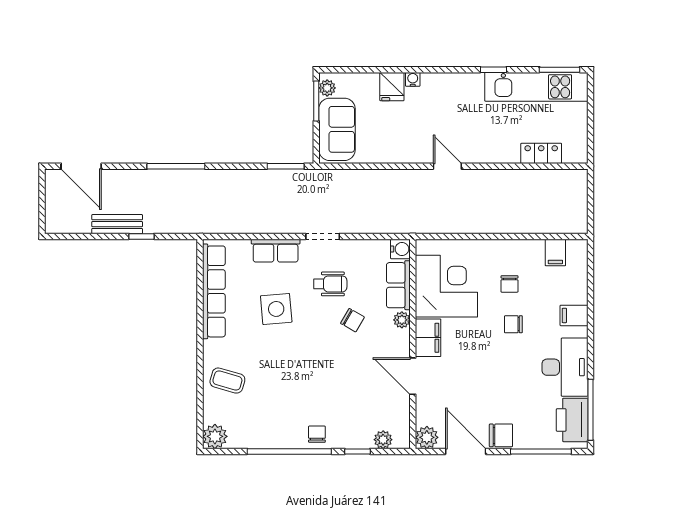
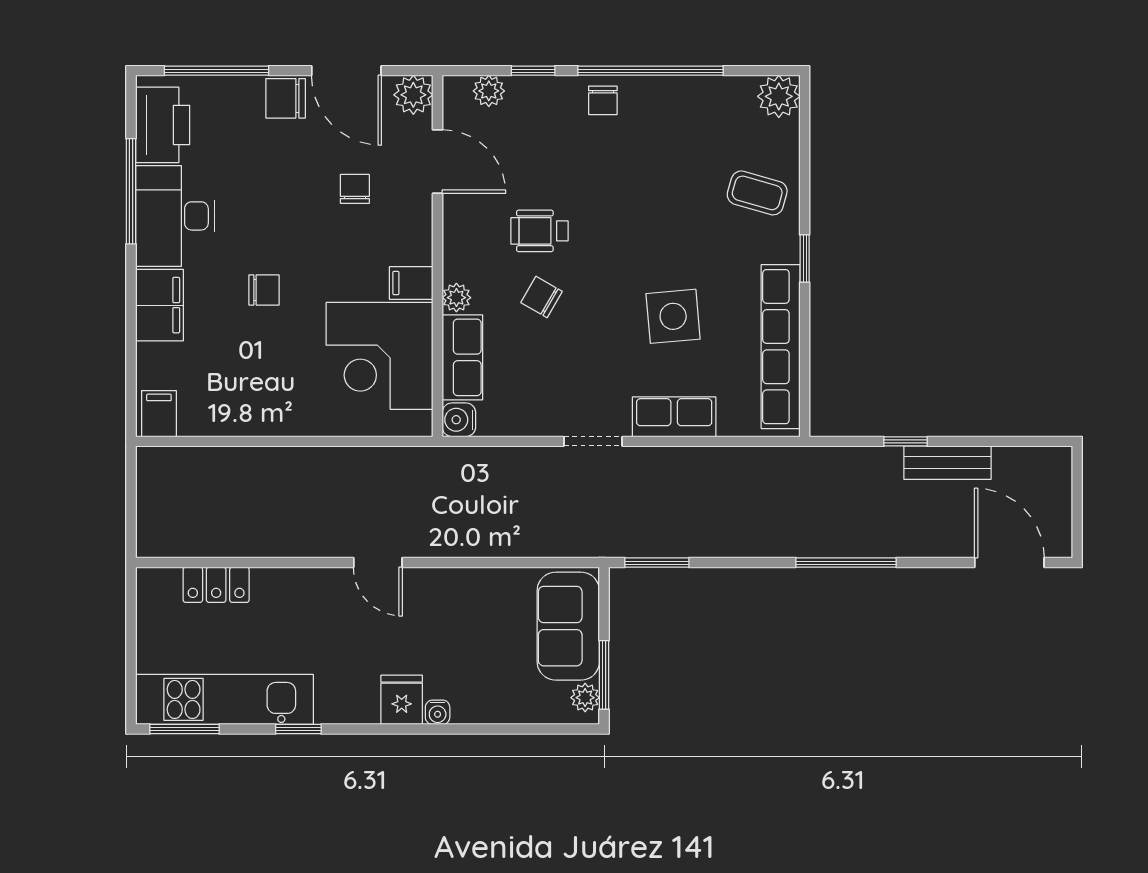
fridge: (392, 87) -> (402, 700), moved
filing cabinet: (555, 252) -> (159, 414), moved
wheelchair: (330, 284) -> (539, 231), moved
chair: (509, 284) -> (355, 189), moved
filing cabinet: (574, 315) -> (159, 305), width x2.00
filing cabinet: (428, 338) -> (411, 283), width x0.50
window: (200, 342) -> (805, 259), added
door: (413, 376) -> (438, 162), moved
window: (591, 410) -> (131, 191), moved

